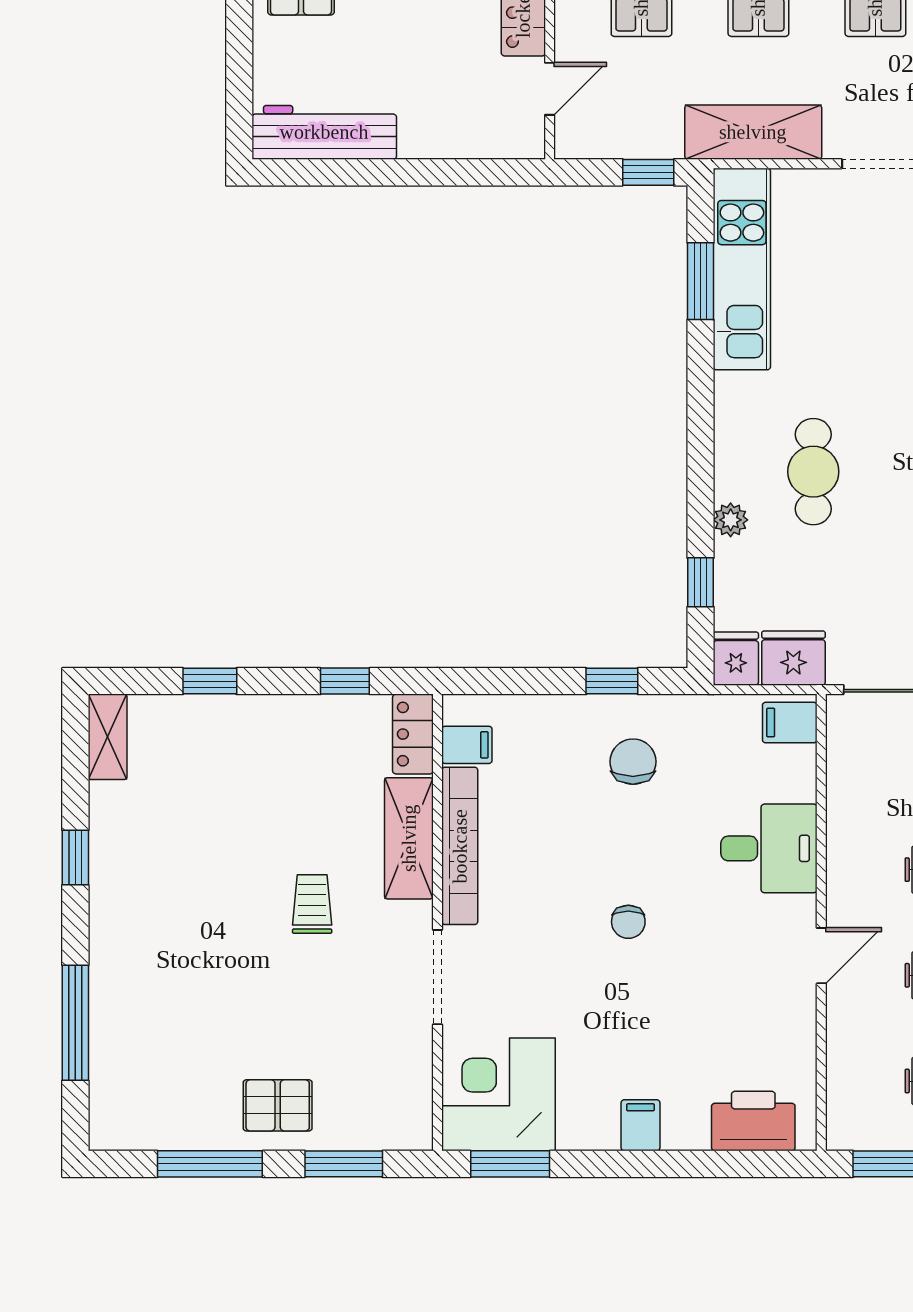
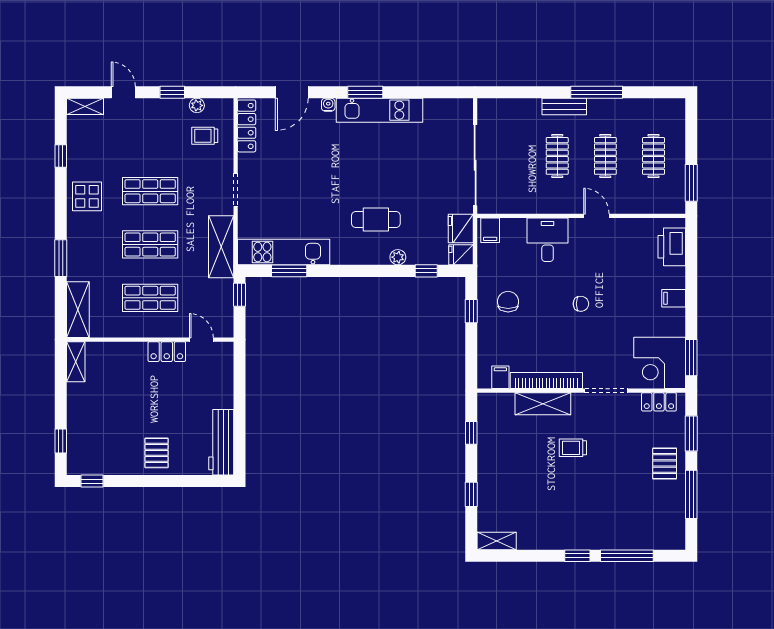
locker: (413, 734) -> (659, 402), moved
chair: (633, 762) -> (508, 302), turned 90
window: (75, 858) -> (577, 556), moved

